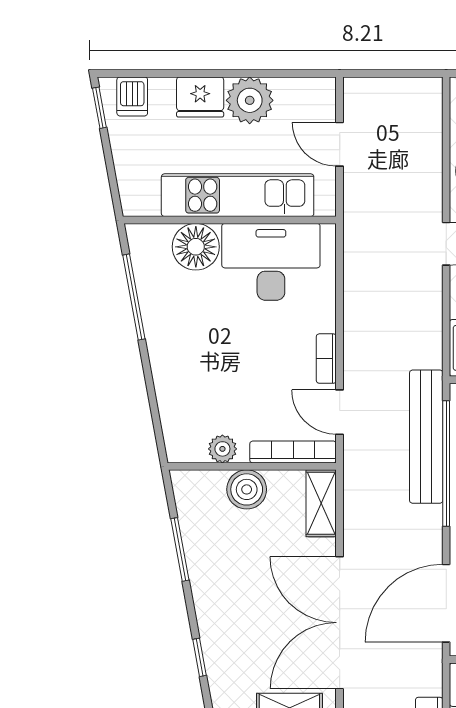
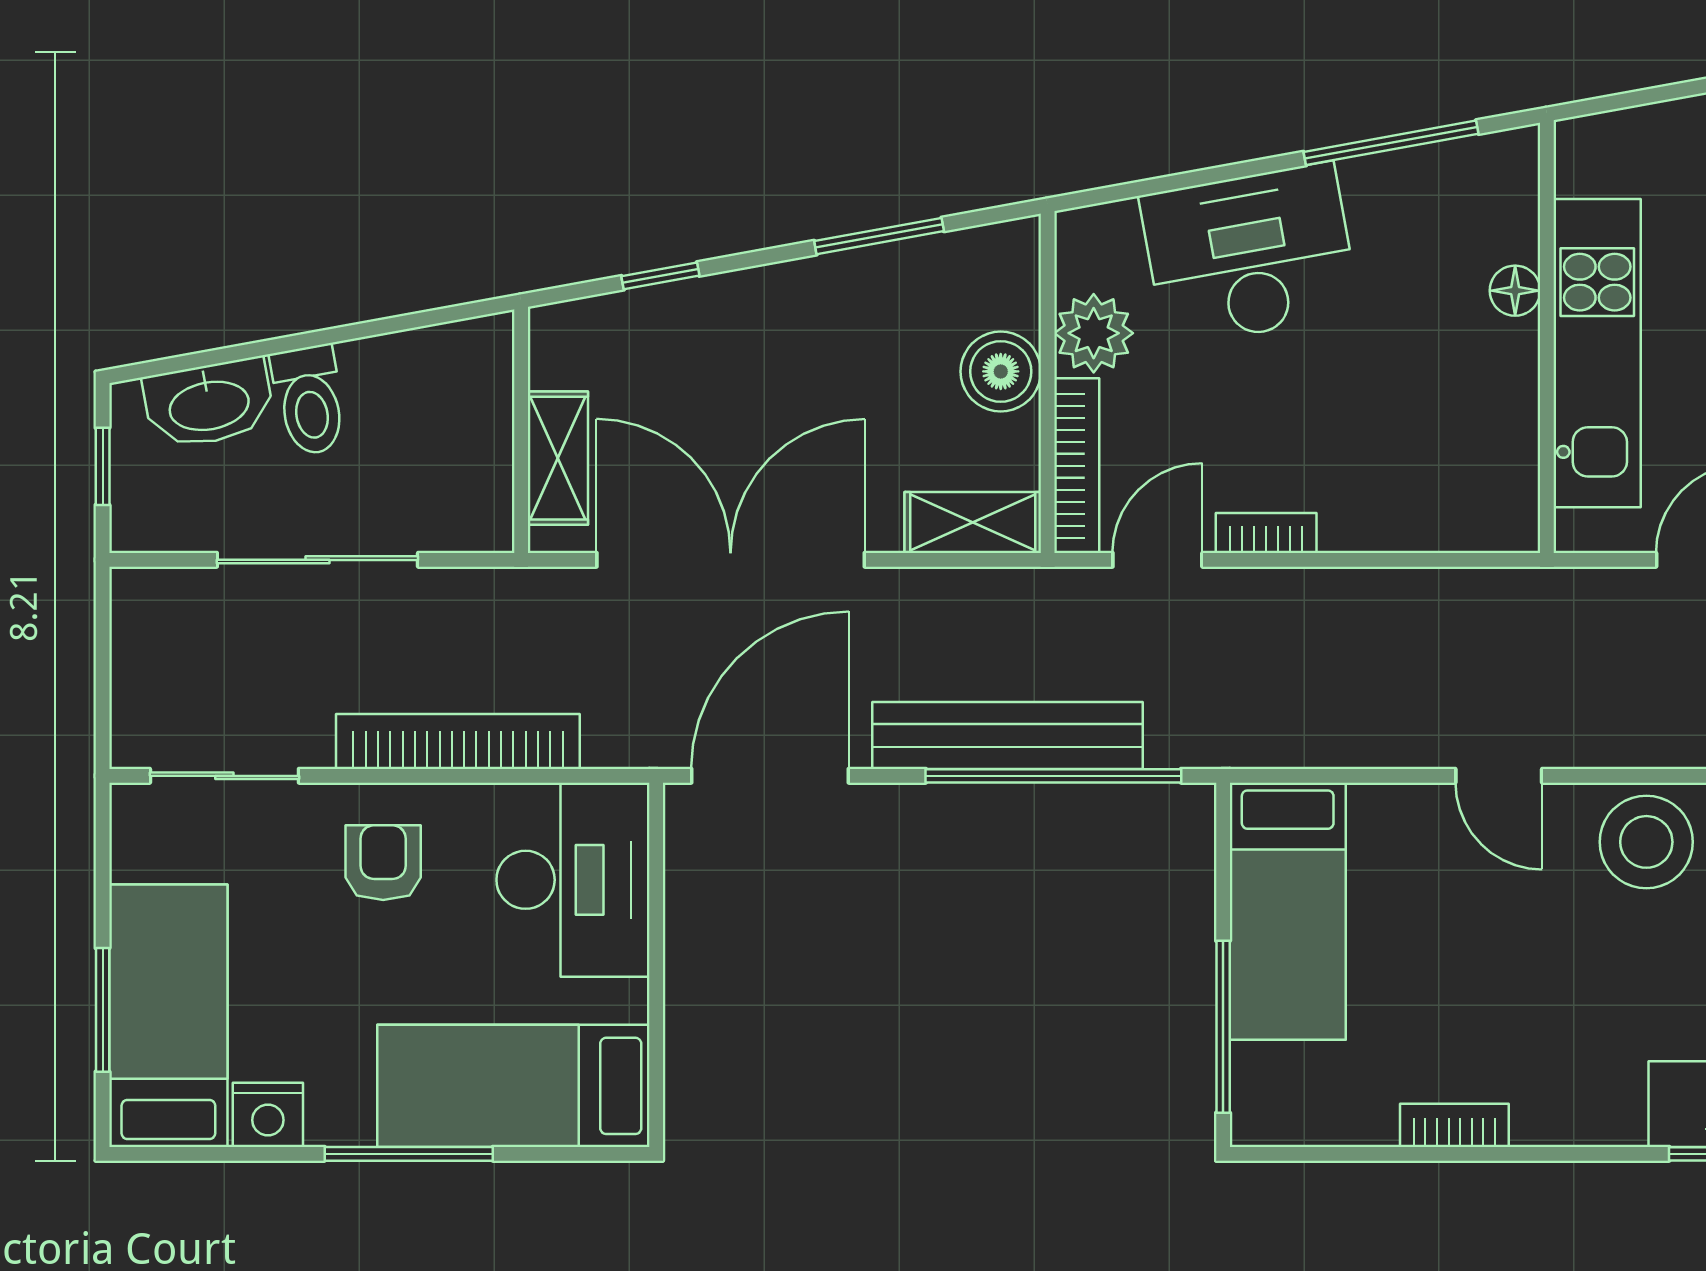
floor lamp: (196, 247) -> (1515, 291), width x0.53, depth x0.53
desk: (271, 262) -> (1250, 255), moved, turned -100
bench: (426, 437) -> (1008, 735), moved
plant: (222, 449) -> (1094, 333), width x1.38, depth x1.38
door: (446, 603) -> (770, 776), hinge flipped

